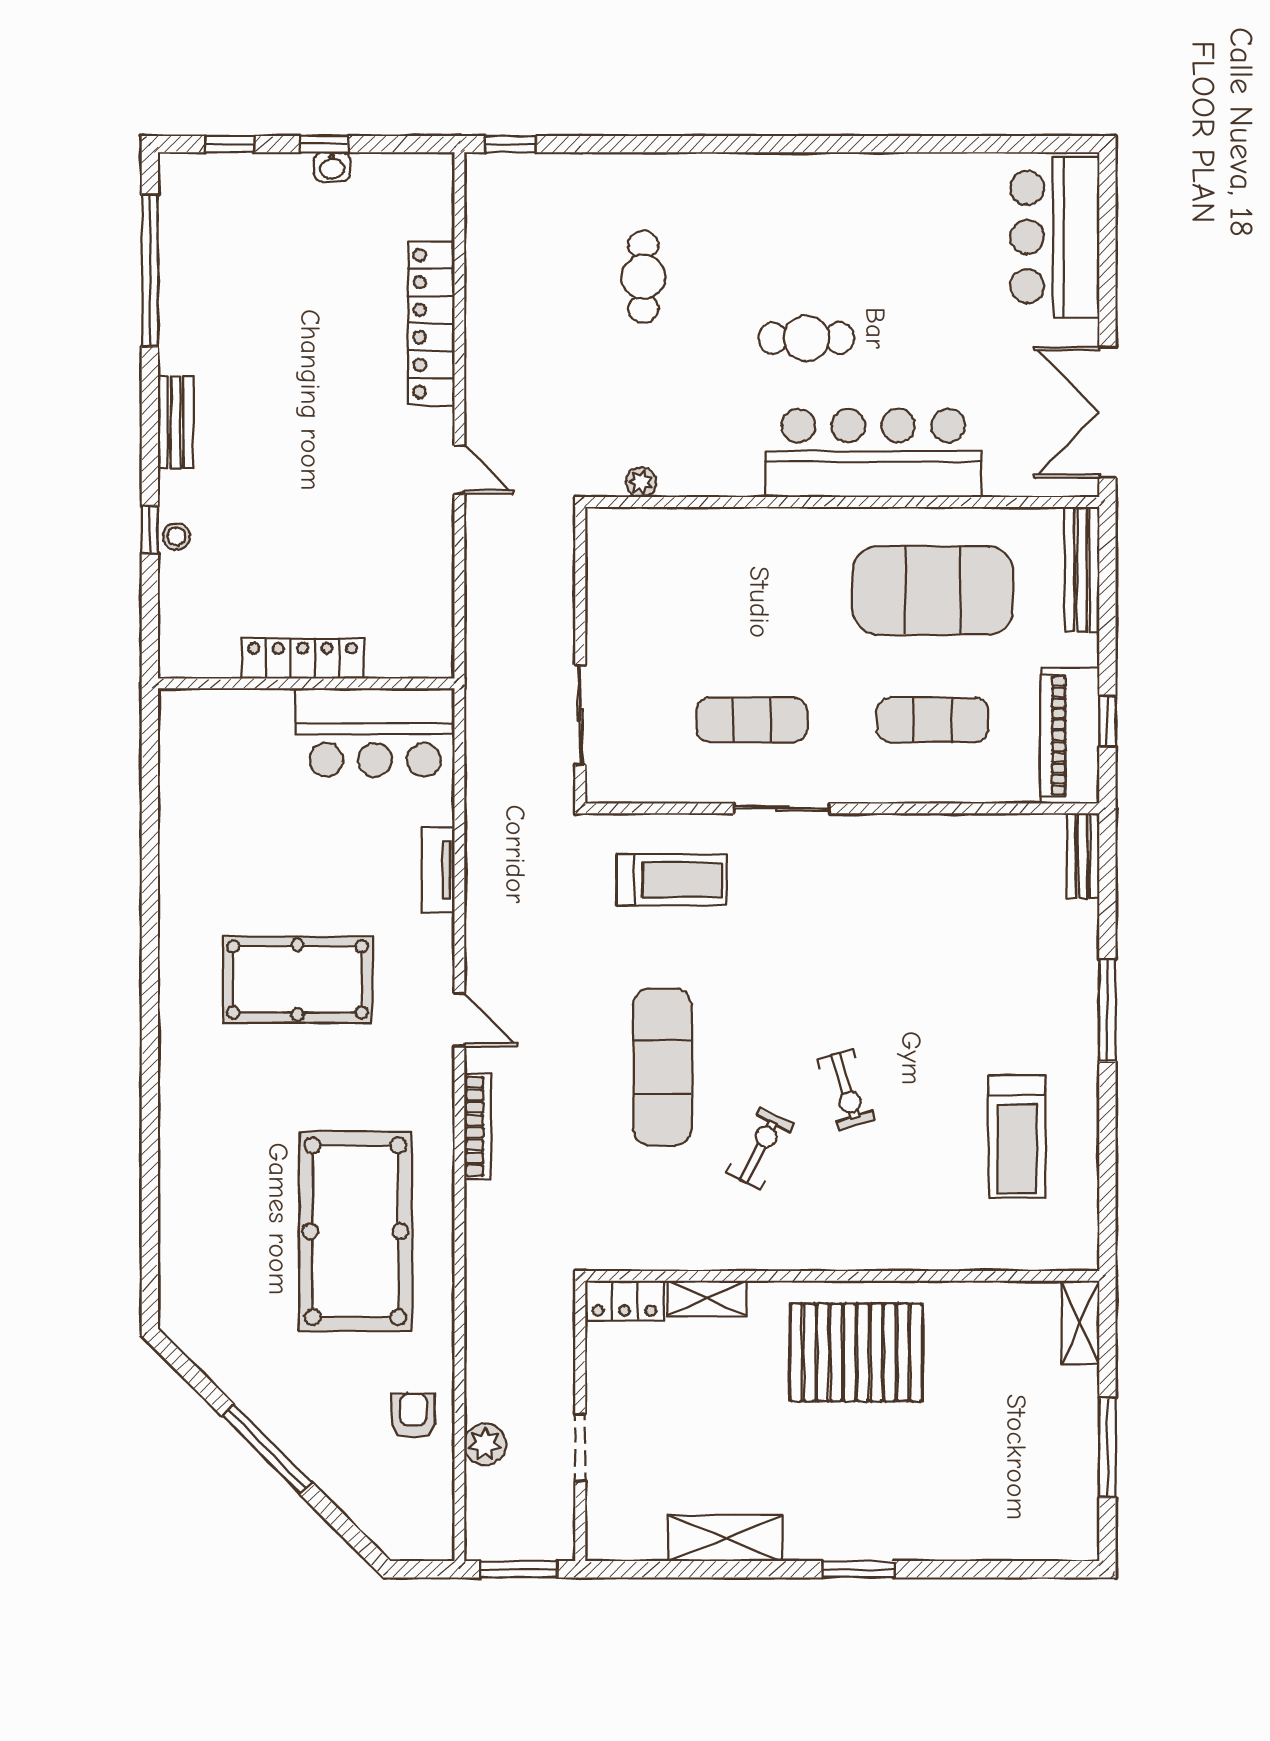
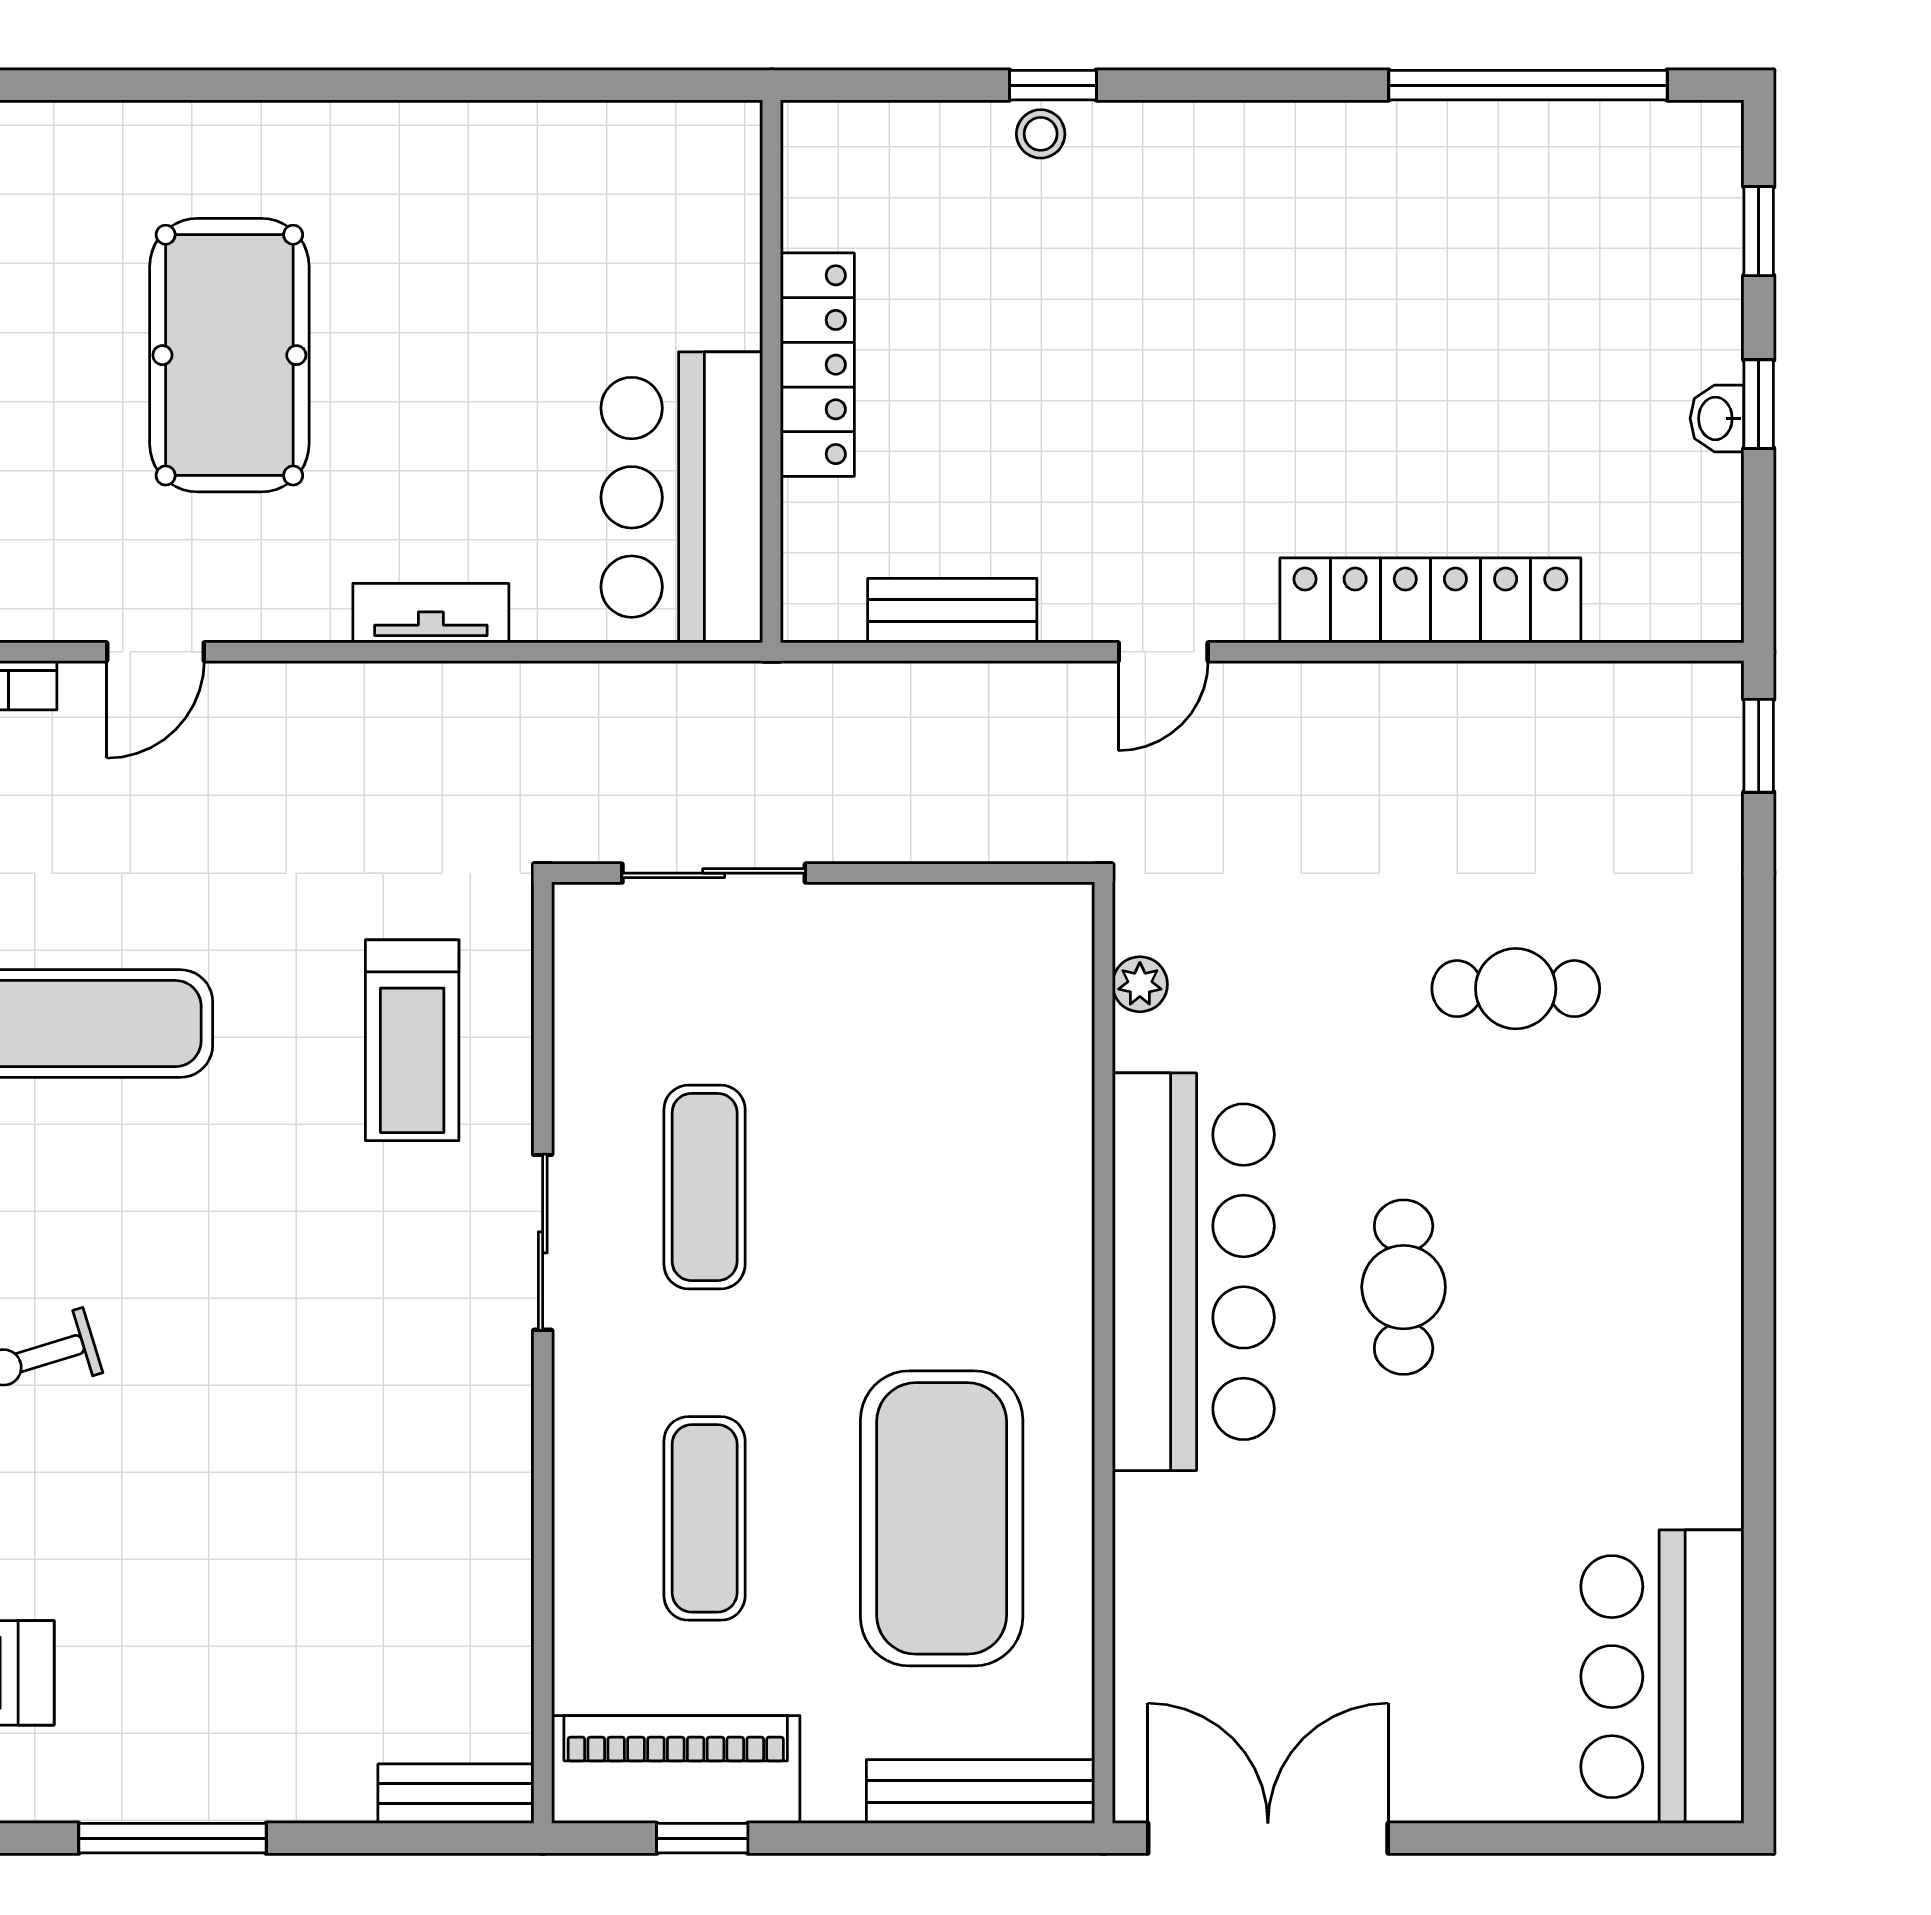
bar counter: (1055, 237) -> (1662, 1677), moved, turned -90
bench: (176, 422) -> (952, 611), moved
bar counter: (873, 453) -> (1193, 1272), moved

